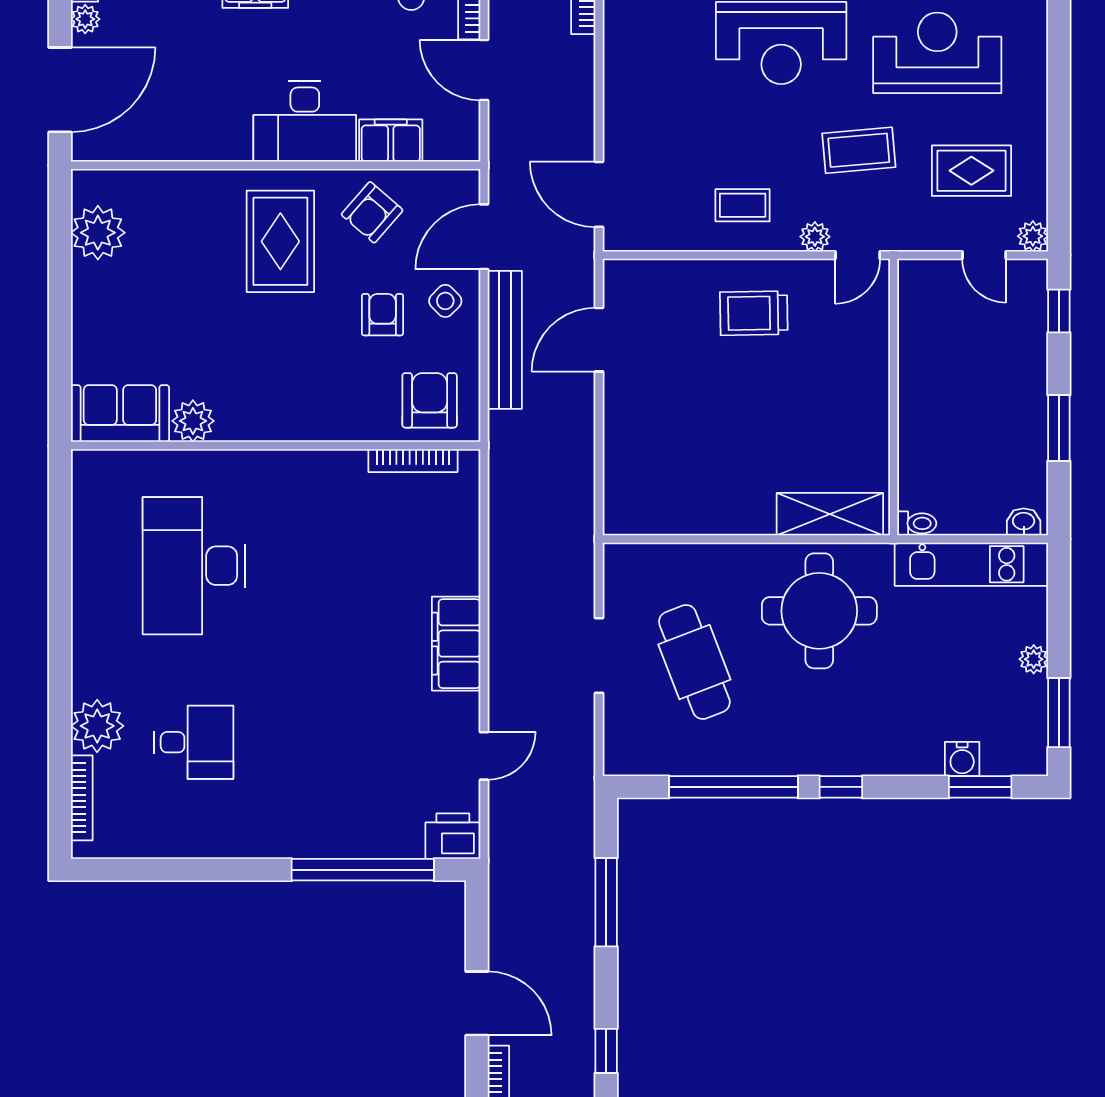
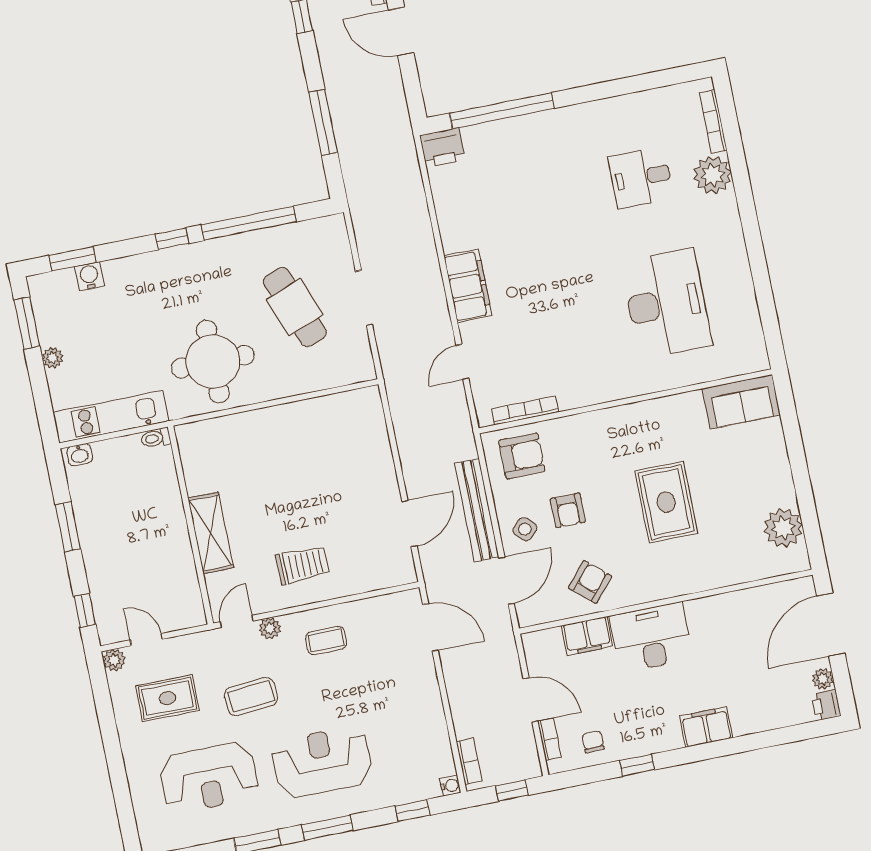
rug: (280, 241) -> (666, 502), moved
armchair: (430, 400) -> (522, 456), turned -90
plant: (193, 421) -> (688, 407), removed
shelving: (830, 514) -> (211, 533), moved, turned 90
door: (484, 756) -> (462, 362), moved

